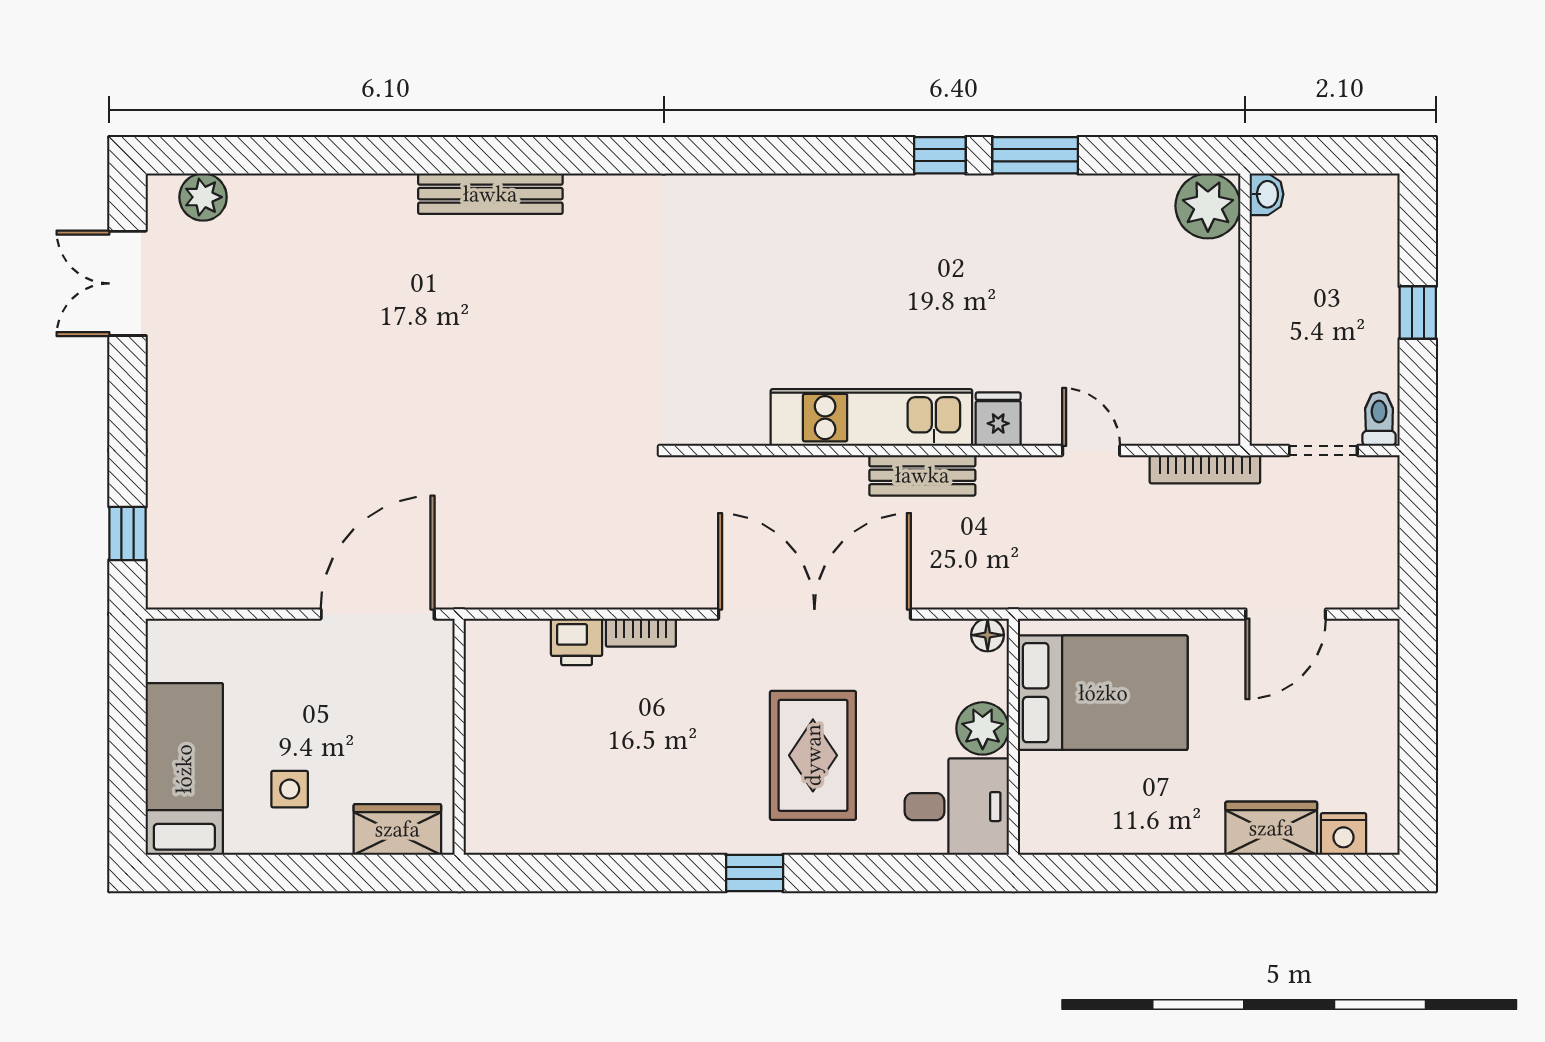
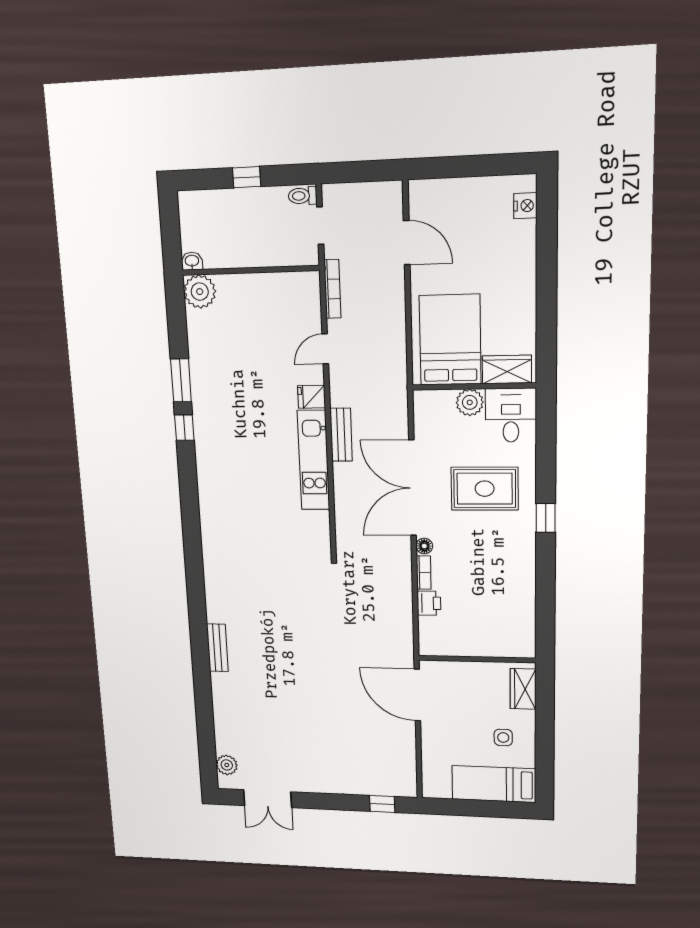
bench: (490, 194) -> (217, 648), width x0.73
floor lamp: (988, 635) -> (424, 546), moved
wardrobe: (1271, 828) -> (507, 369), moved, turned 90

